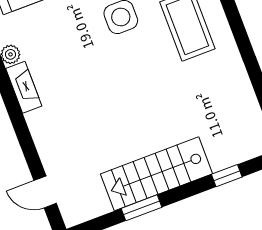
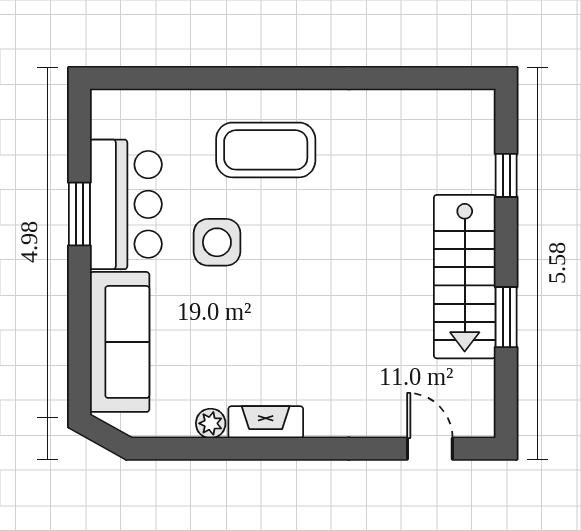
door: (45, 192) -> (430, 449), swing flipped

